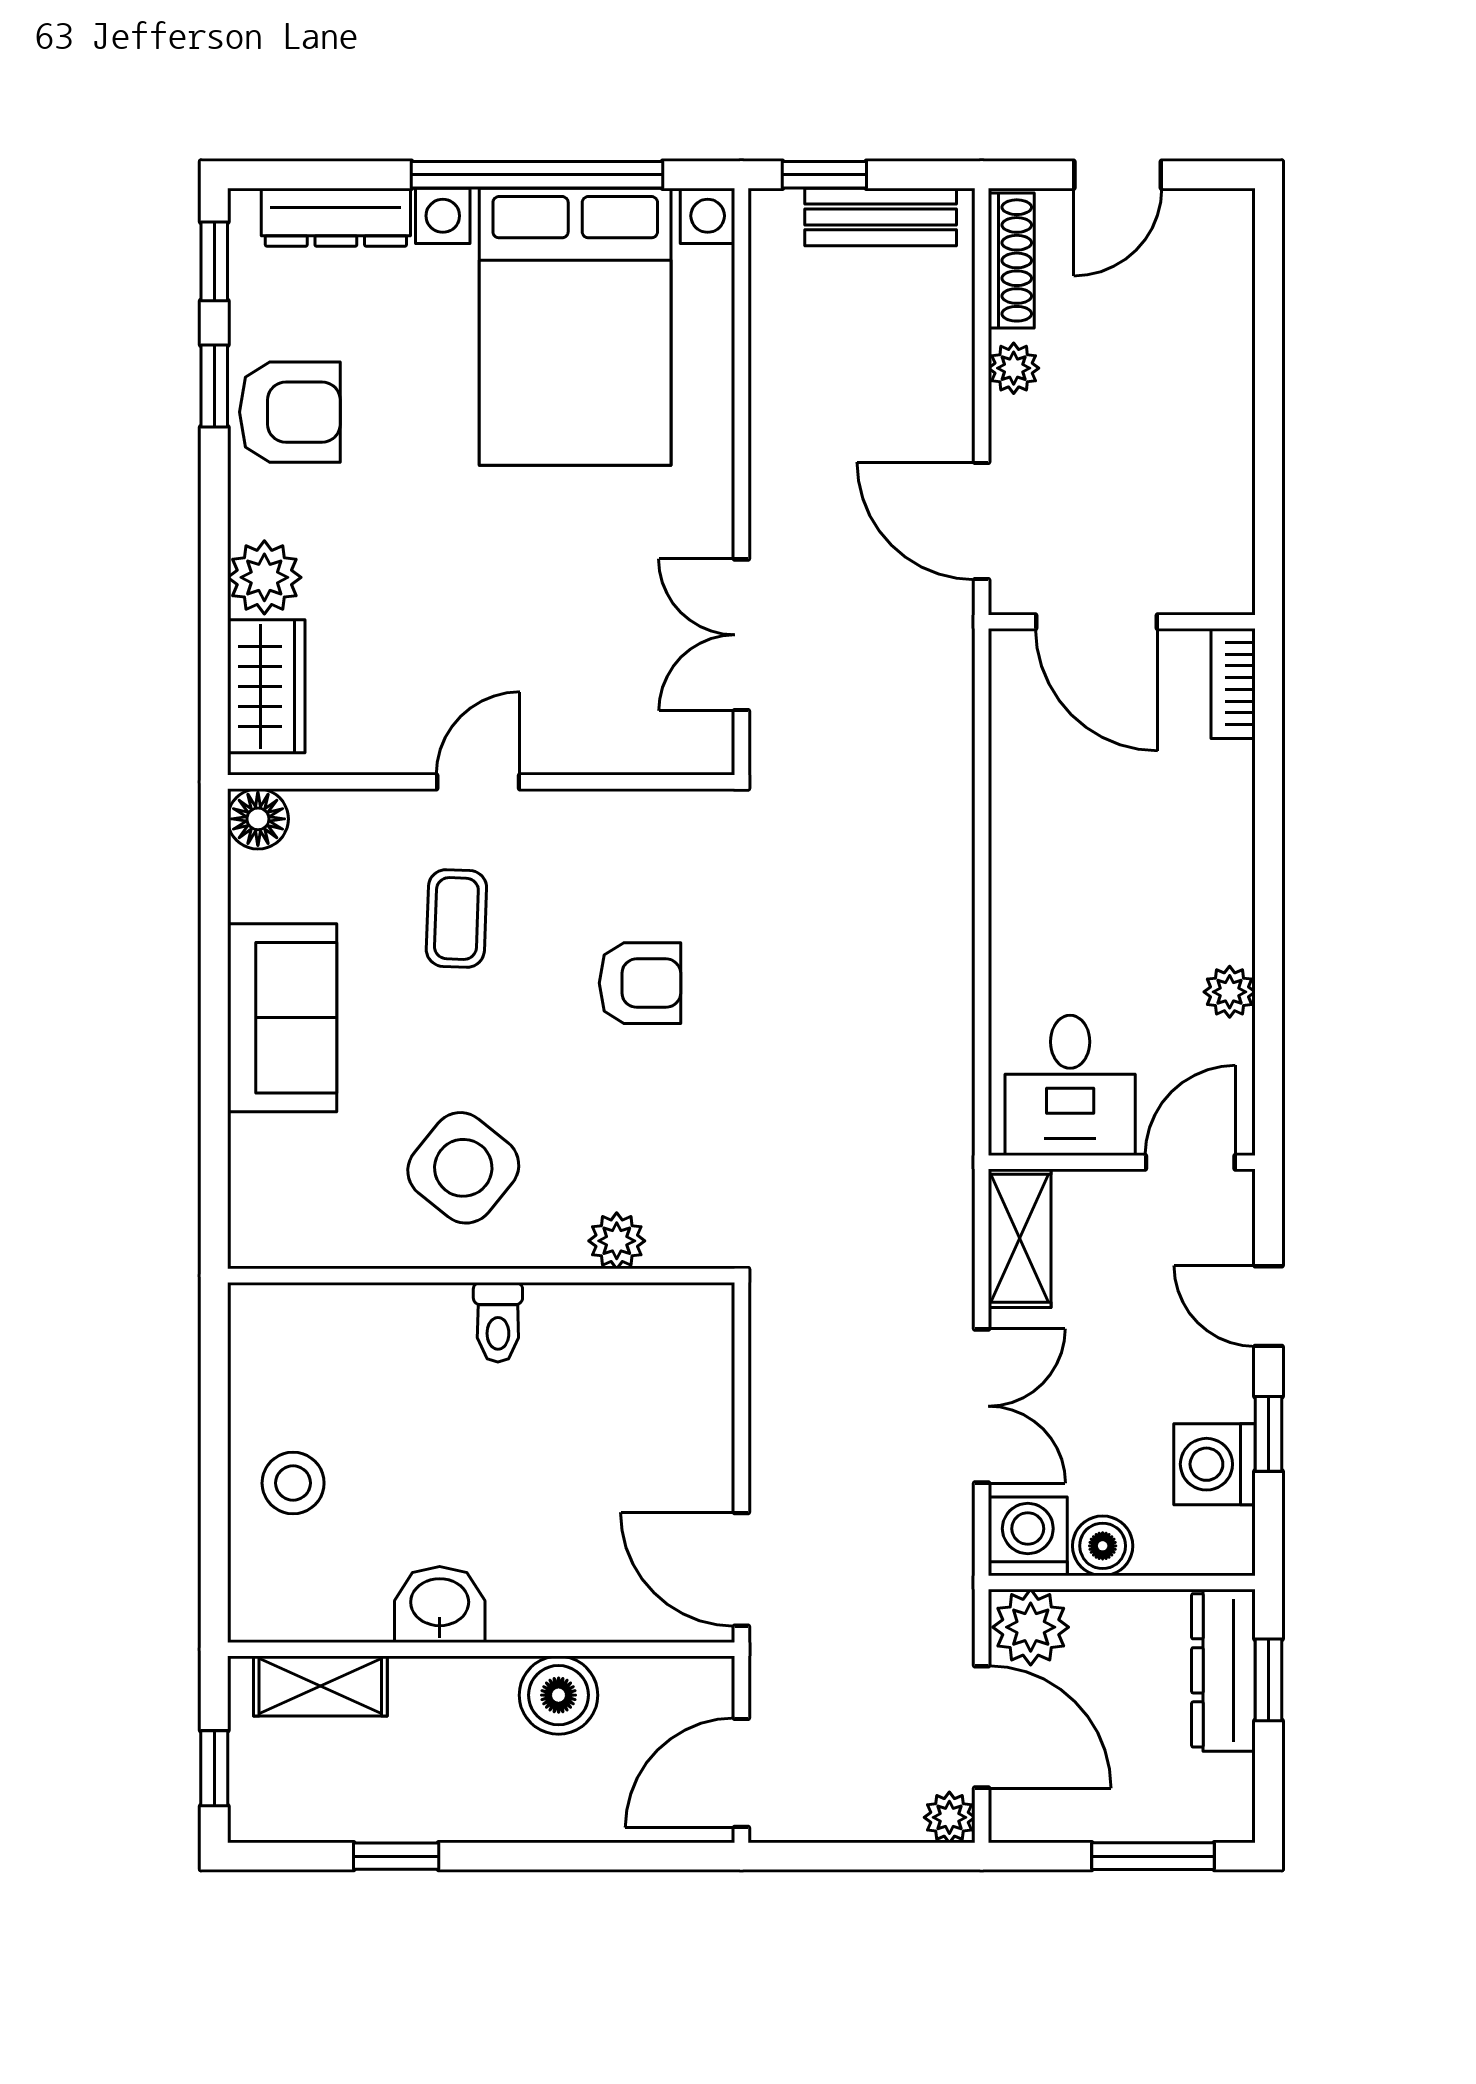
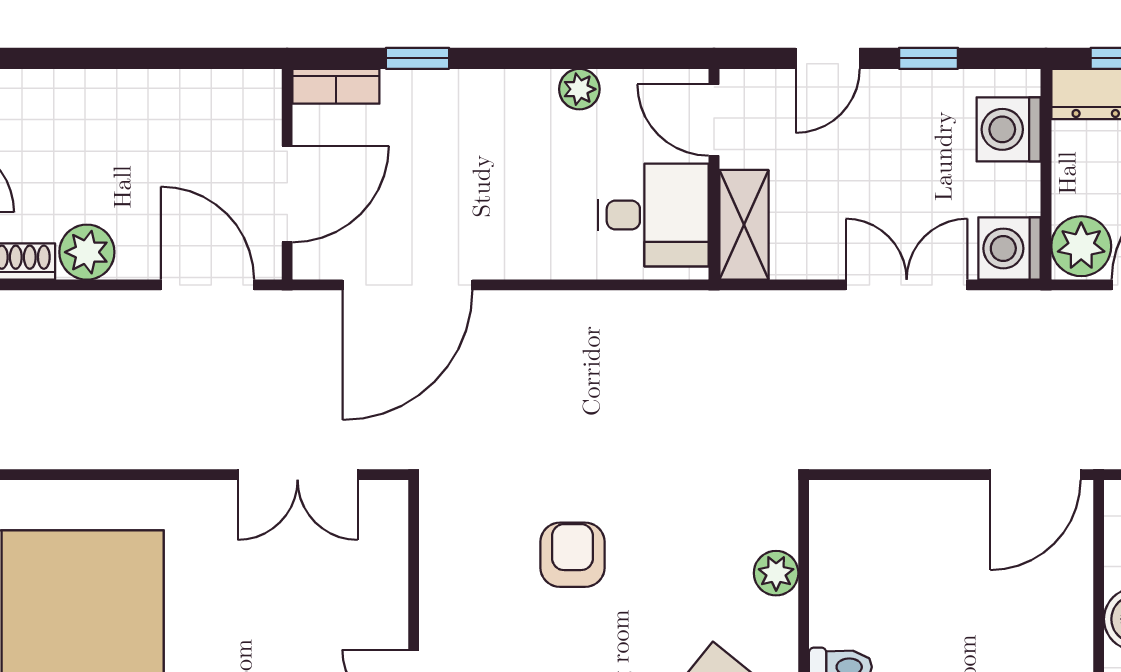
plant: (1014, 368) -> (87, 252), width x1.38, depth x1.38
door: (982, 521) -> (208, 285), swing flipped
door: (982, 774) -> (408, 285), added
window: (1269, 787) -> (418, 58), added
shelving: (1020, 1238) -> (744, 225), moved, turned 90
washing machine: (1215, 1464) -> (1009, 129), moved, turned 90
boiler: (1103, 1546) -> (1017, 189), removed

